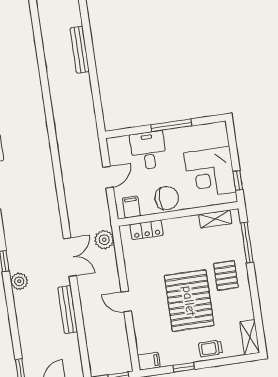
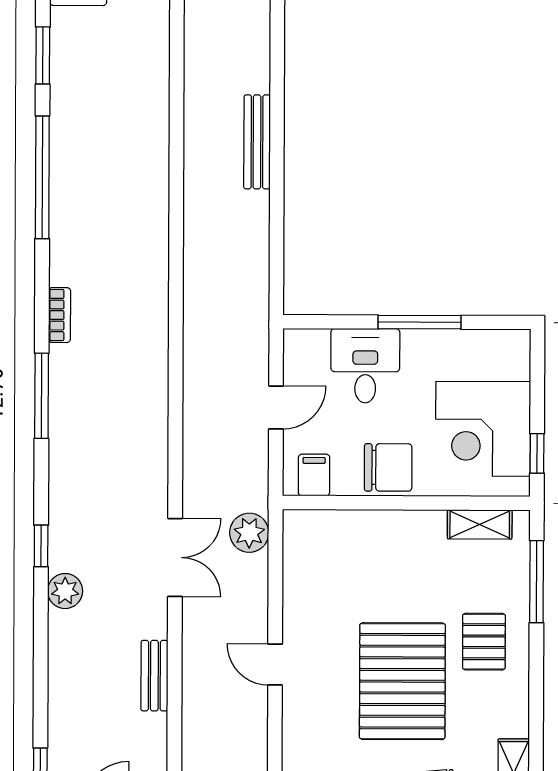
locker: (147, 230) -> (338, 526), removed
bench: (68, 310) -> (154, 676), width x0.73

